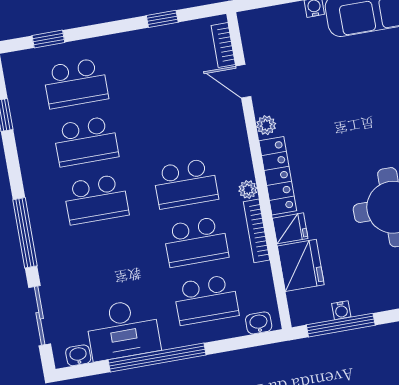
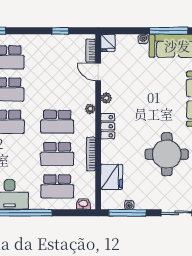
locker: (278, 176) -> (108, 126), width x0.66
plant: (248, 189) -> (90, 109), moved
fridge: (290, 228) -> (108, 43), moved, turned 90

